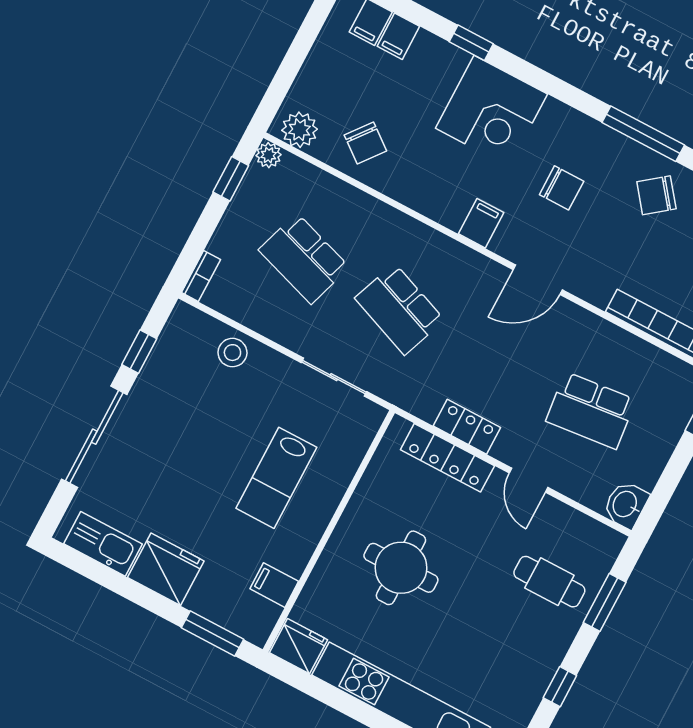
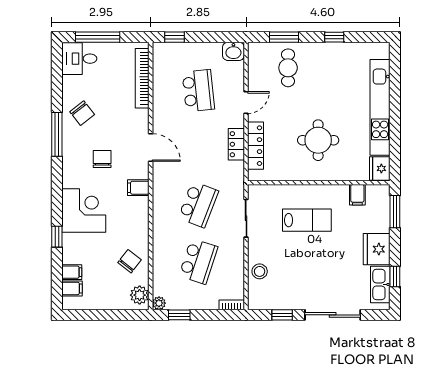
window: (103, 576) -> (395, 277), added

